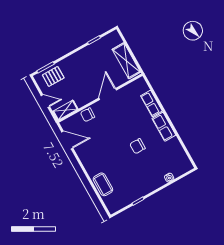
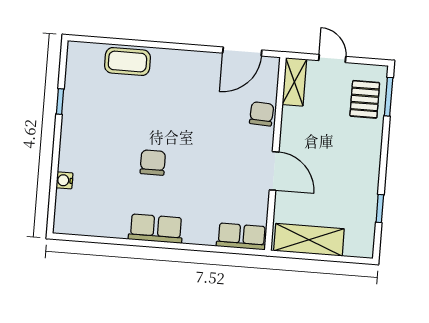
door: (45, 101) -> (332, 59), swing flipped
row of seats: (151, 103) -> (242, 236), moved

